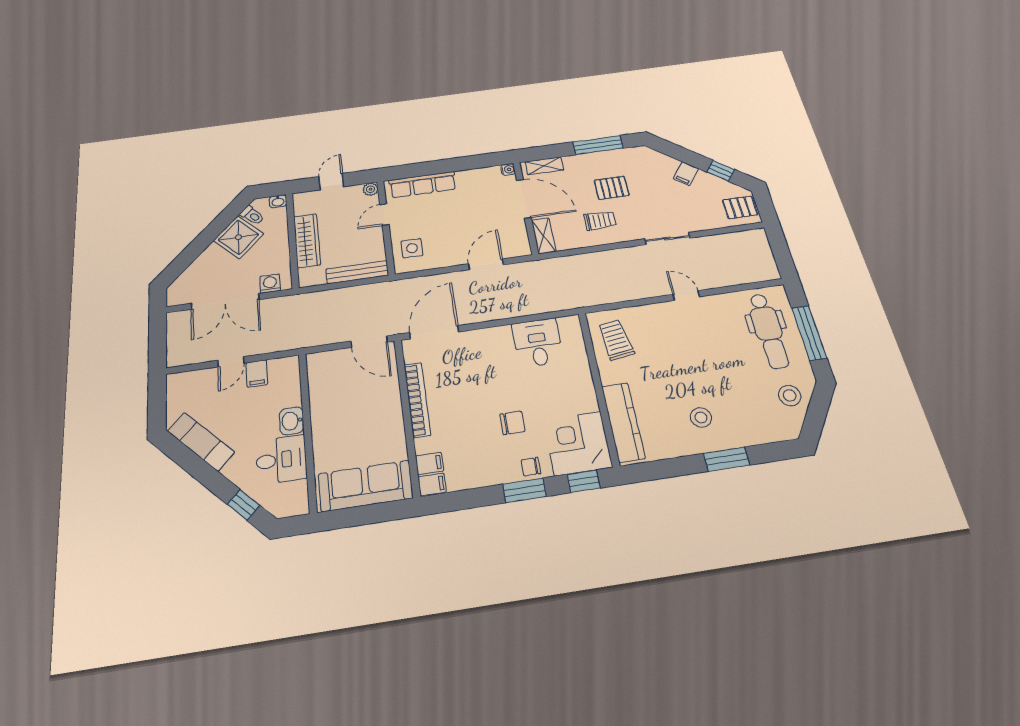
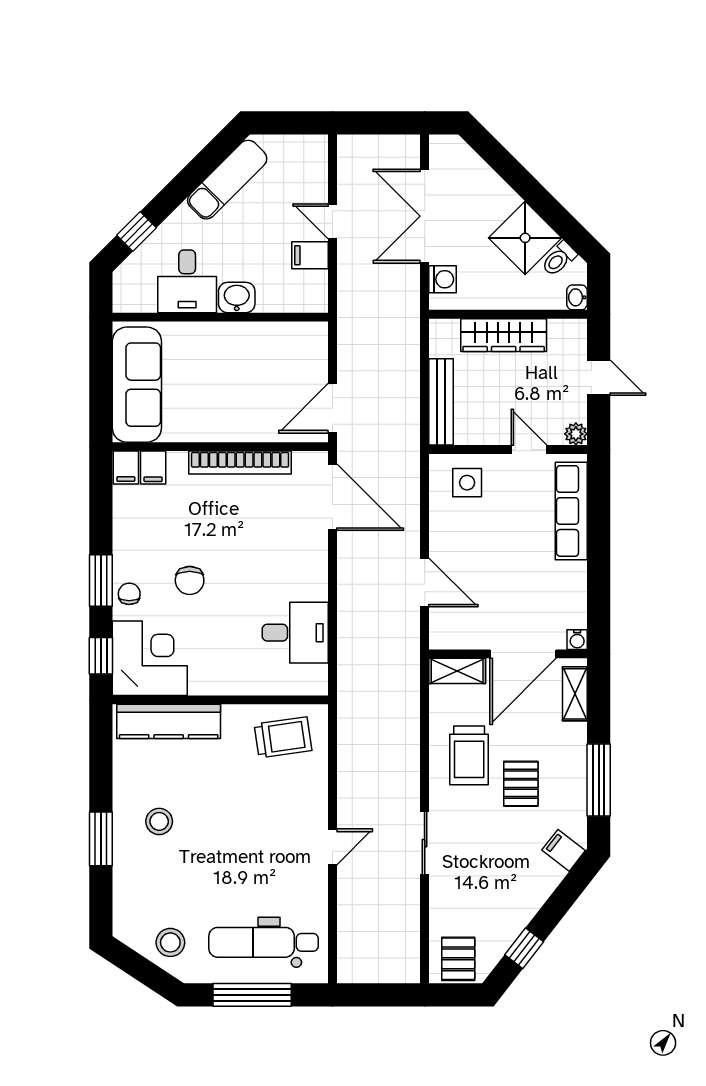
filing cabinet: (686, 174) -> (564, 850), moved
trolley: (600, 221) -> (469, 755), width x1.36, depth x1.39

